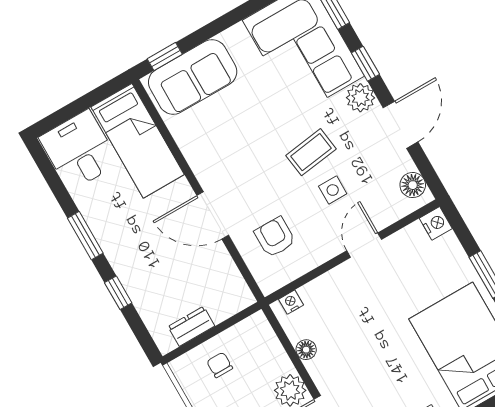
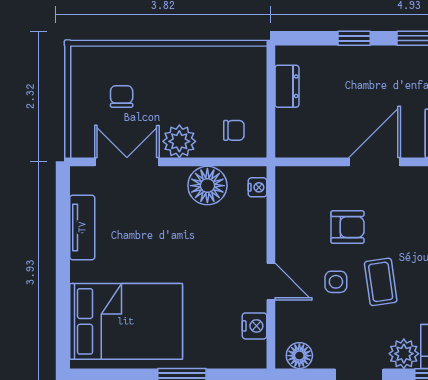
nightstand: (436, 223) -> (255, 326), moved, turned -90
armchair: (275, 237) -> (347, 227), moved
floor lamp: (306, 350) -> (207, 186), width x1.89, depth x1.89
chair: (220, 365) -> (234, 130), moved

